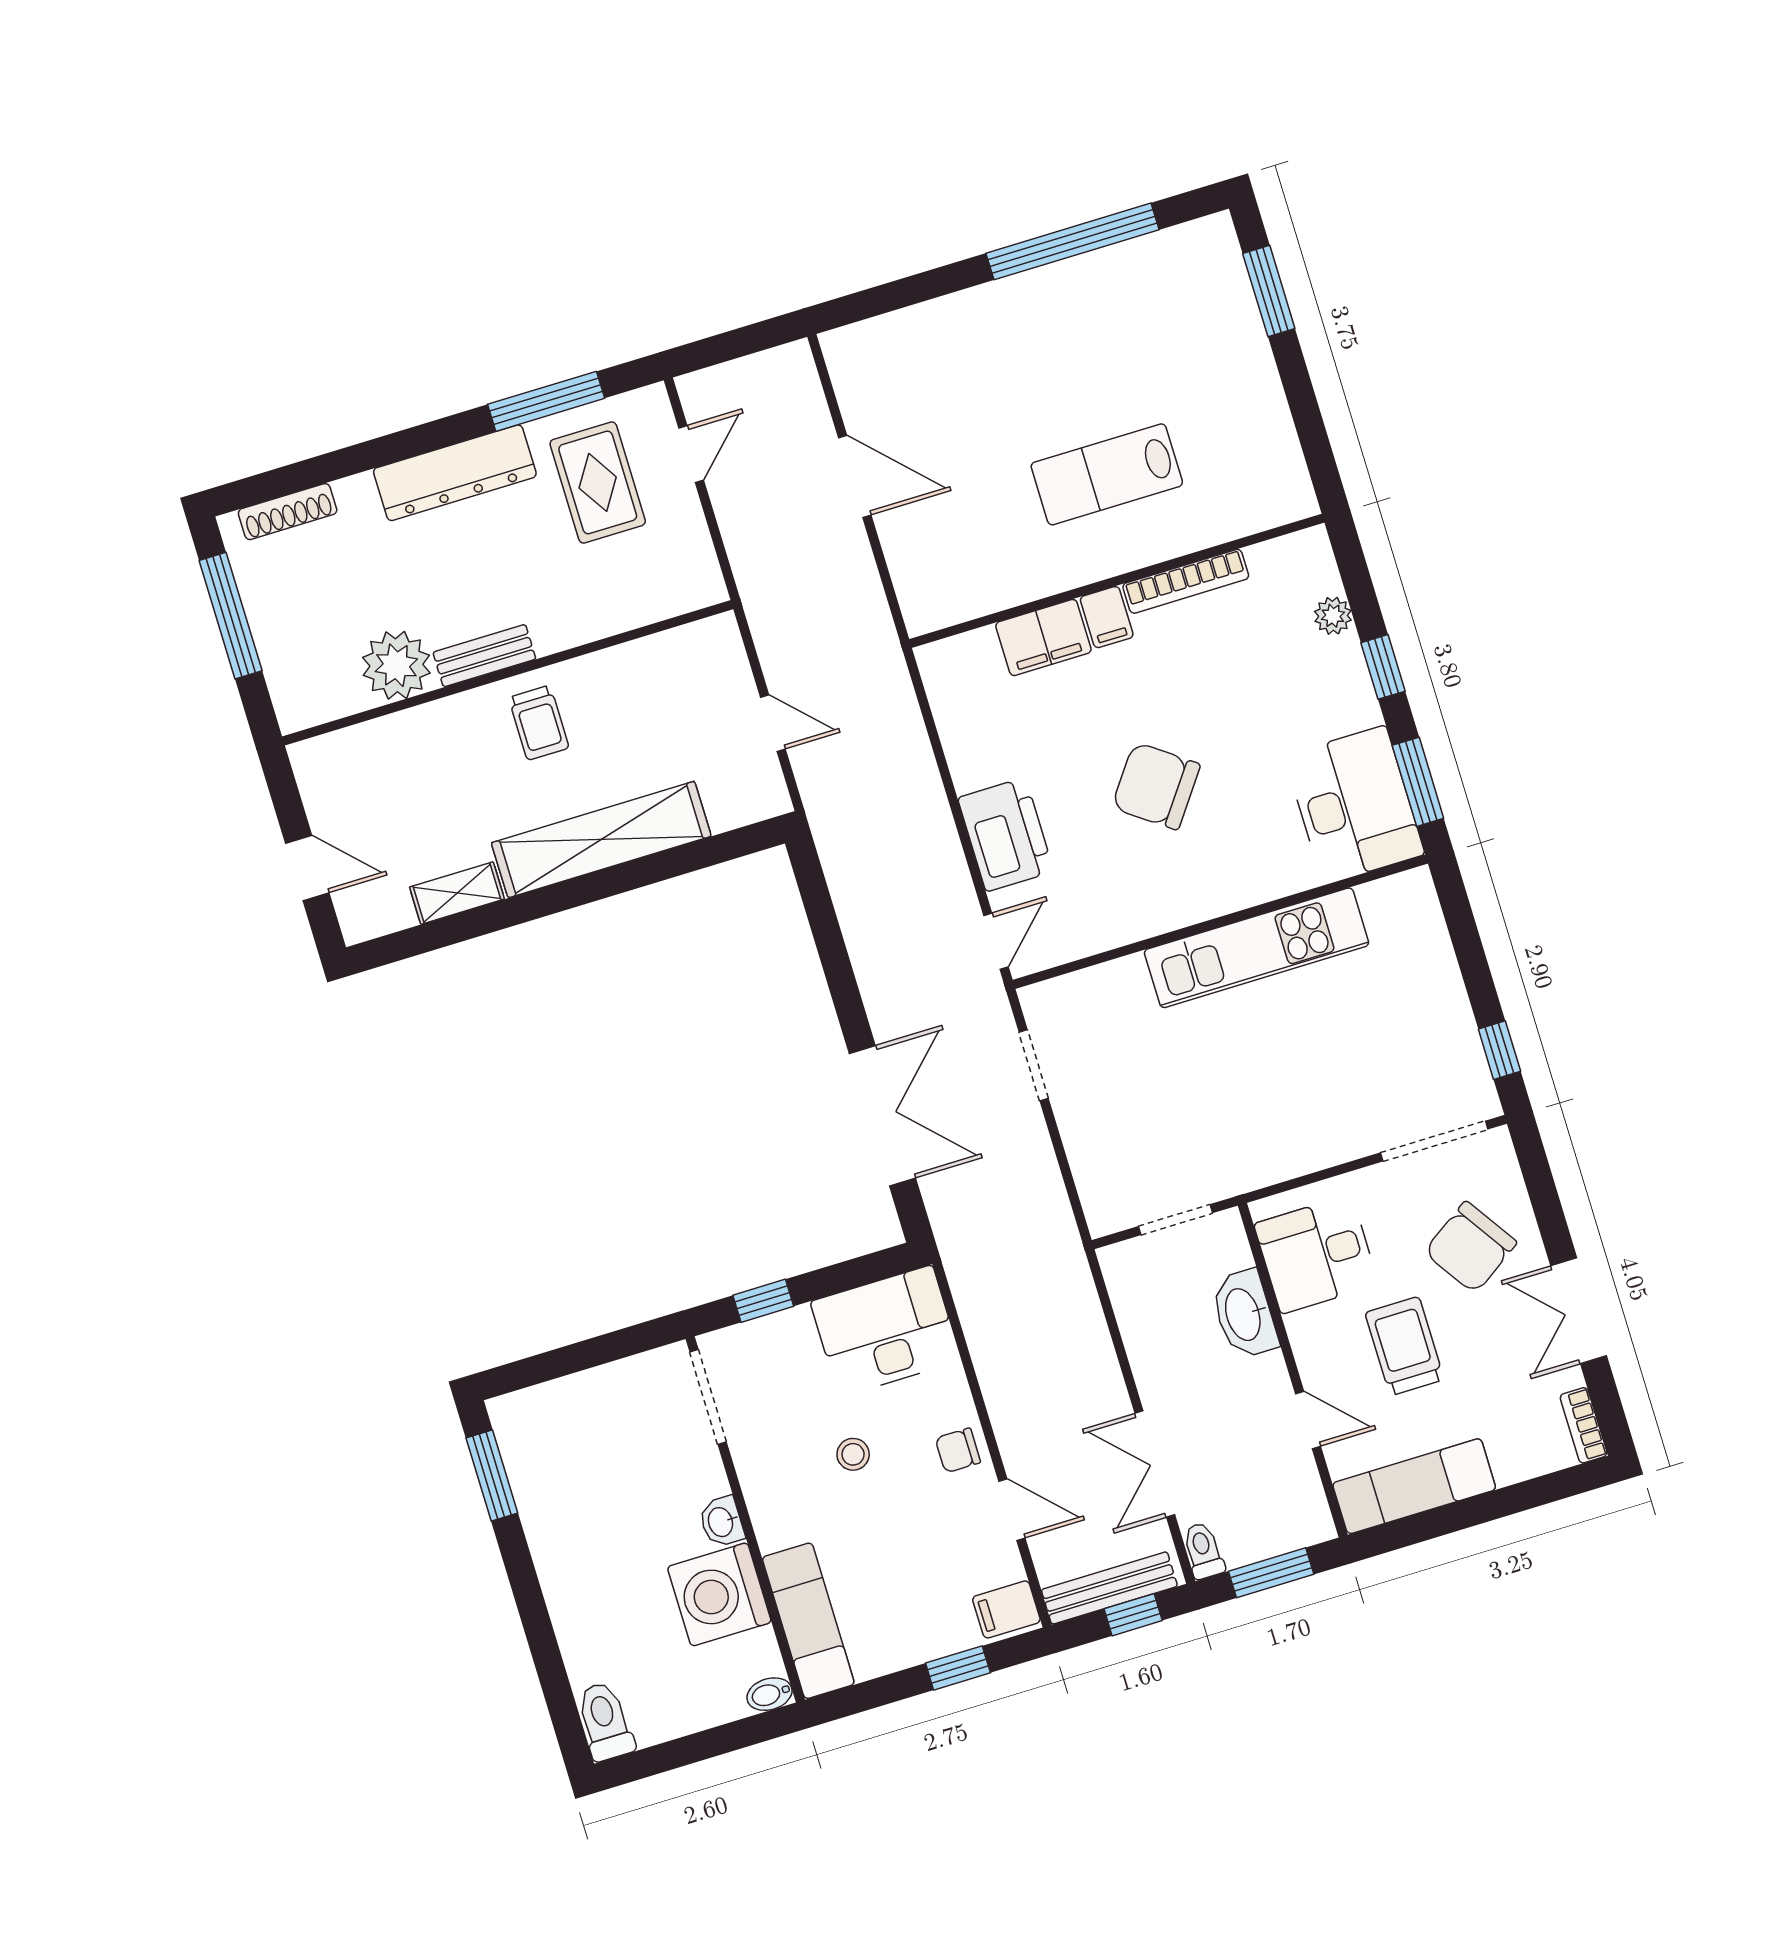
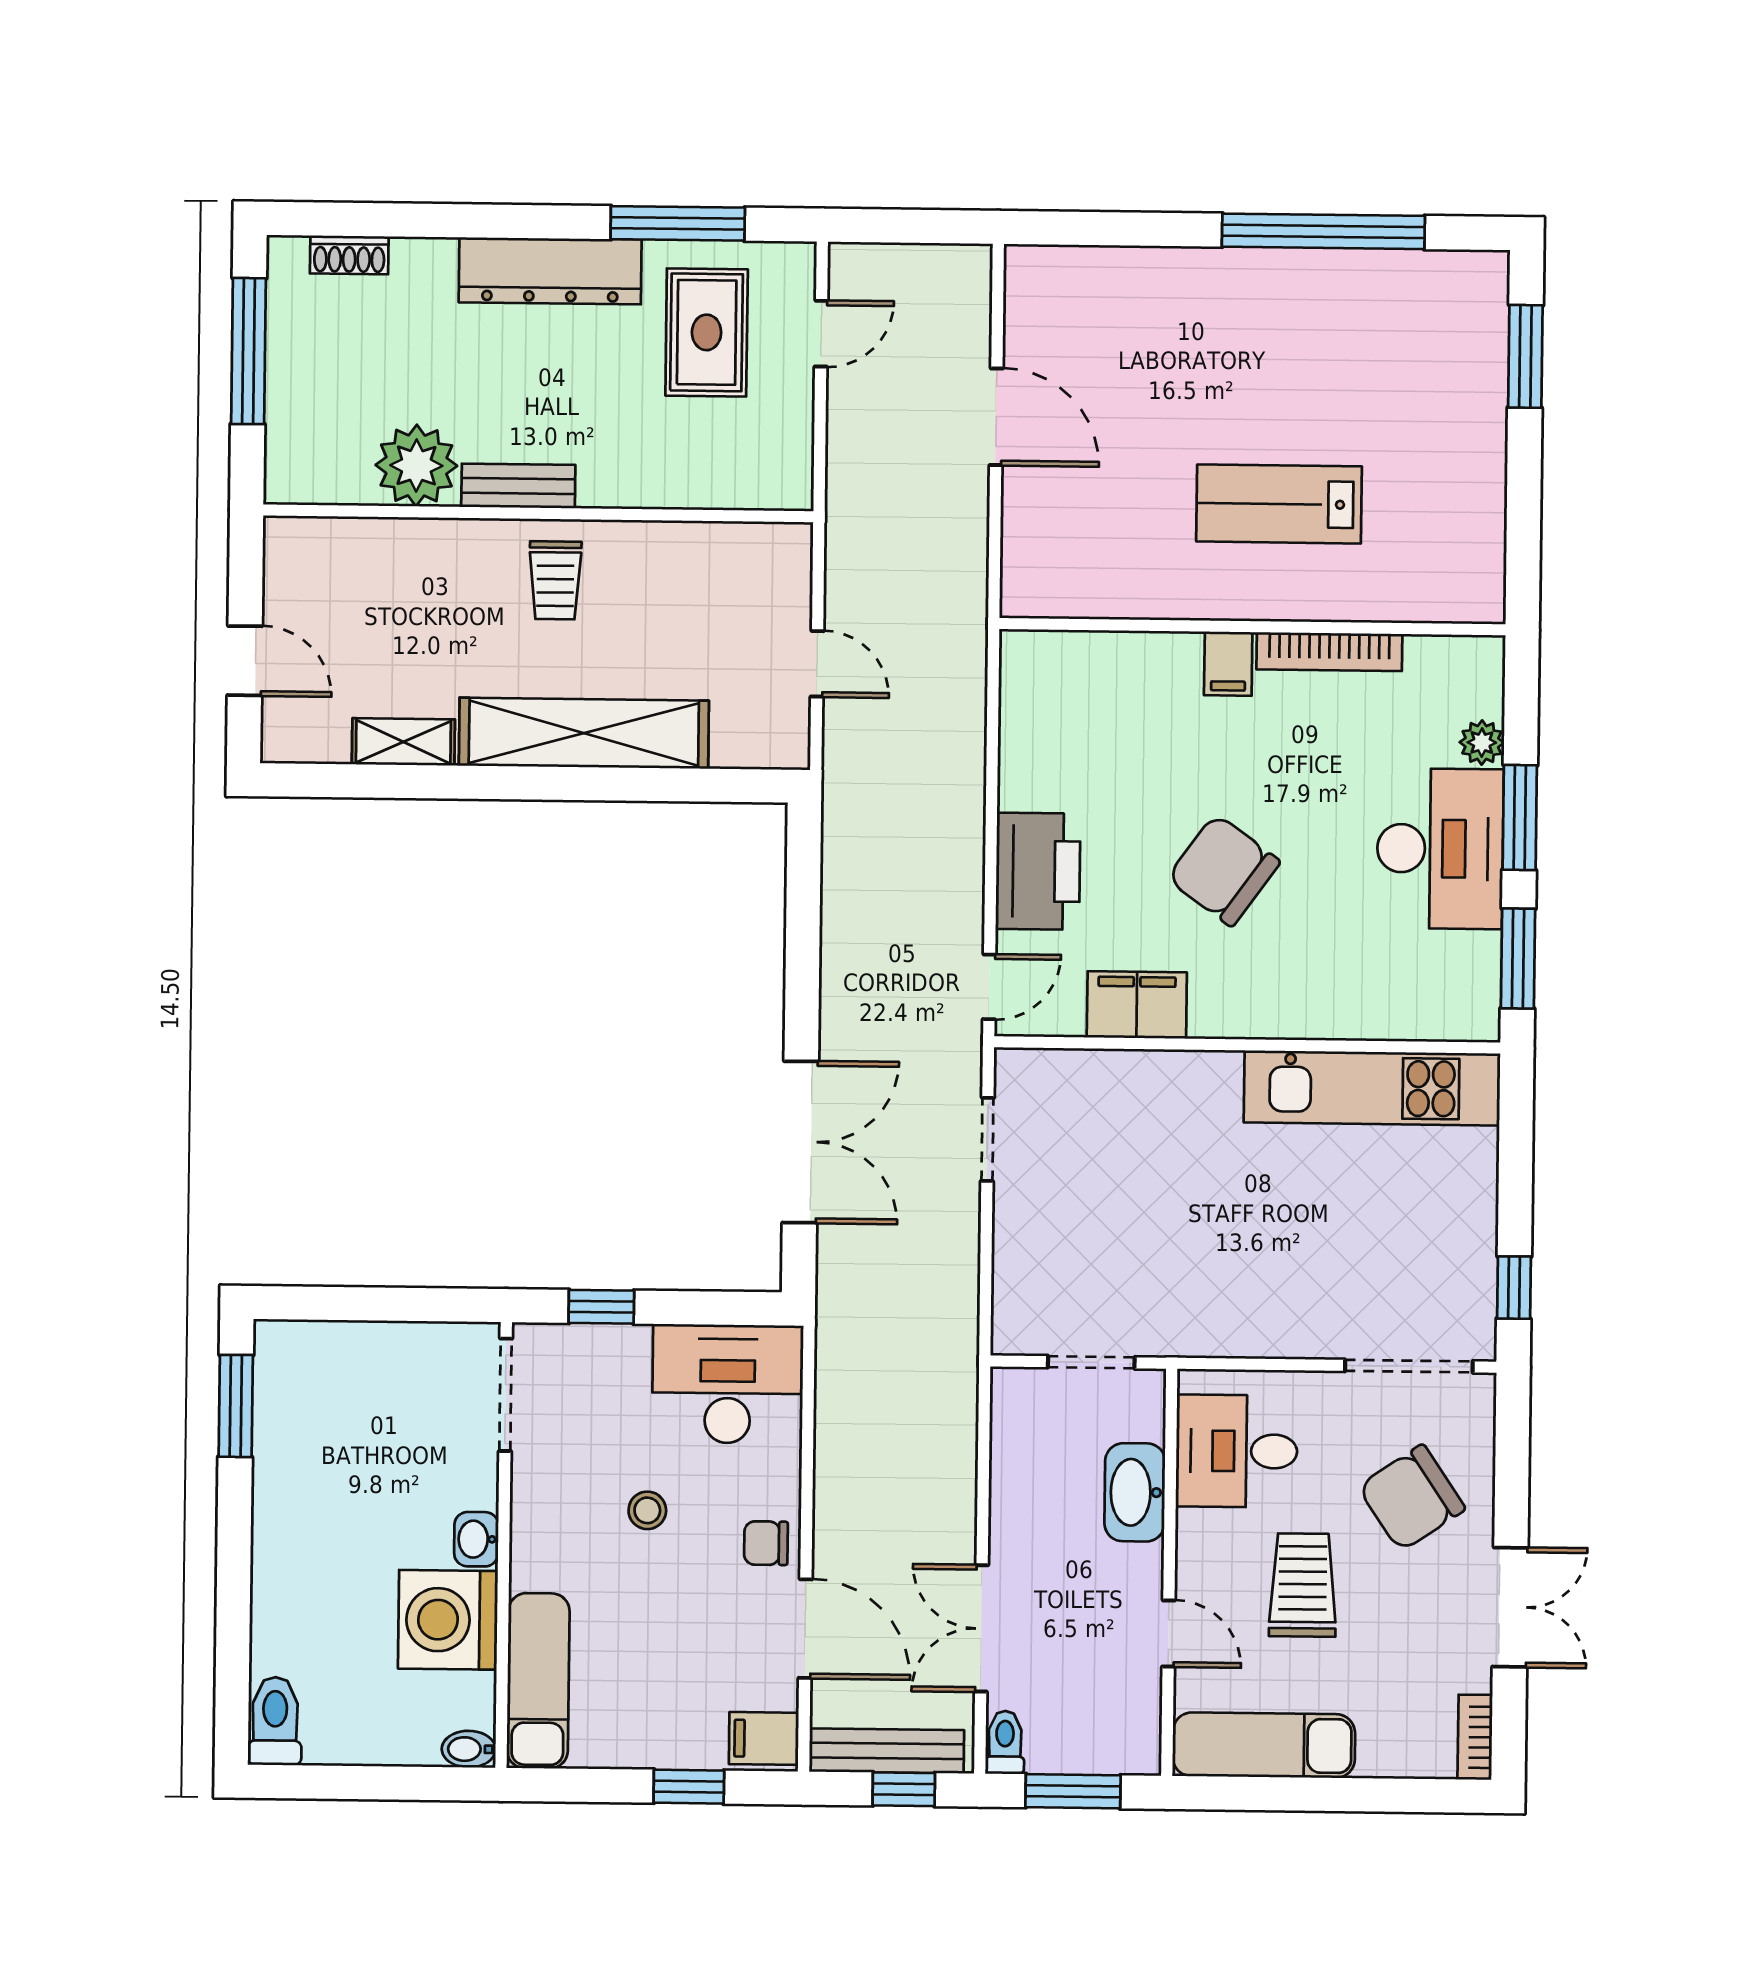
shoe rack: (288, 512) -> (349, 255), width x0.70
filing cabinet: (1043, 638) -> (1137, 1005), moved, turned 180
window: (1383, 667) -> (1520, 818), width x1.50
desk: (1354, 805) -> (1440, 849), moved
kitchen unit: (1257, 948) -> (1372, 1088), moved
double door: (1579, 1311) -> (1510, 1607), swing flipped
door: (1012, 1510) -> (805, 1629), width x1.38

